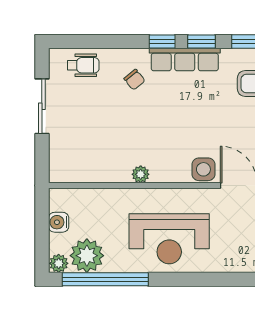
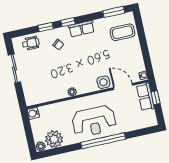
window: (201, 42) -> (46, 27), moved
row of seats: (185, 60) -> (81, 29), width x0.68
water cooler: (59, 222) -> (33, 113), moved
window: (105, 279) -> (103, 141), moved

